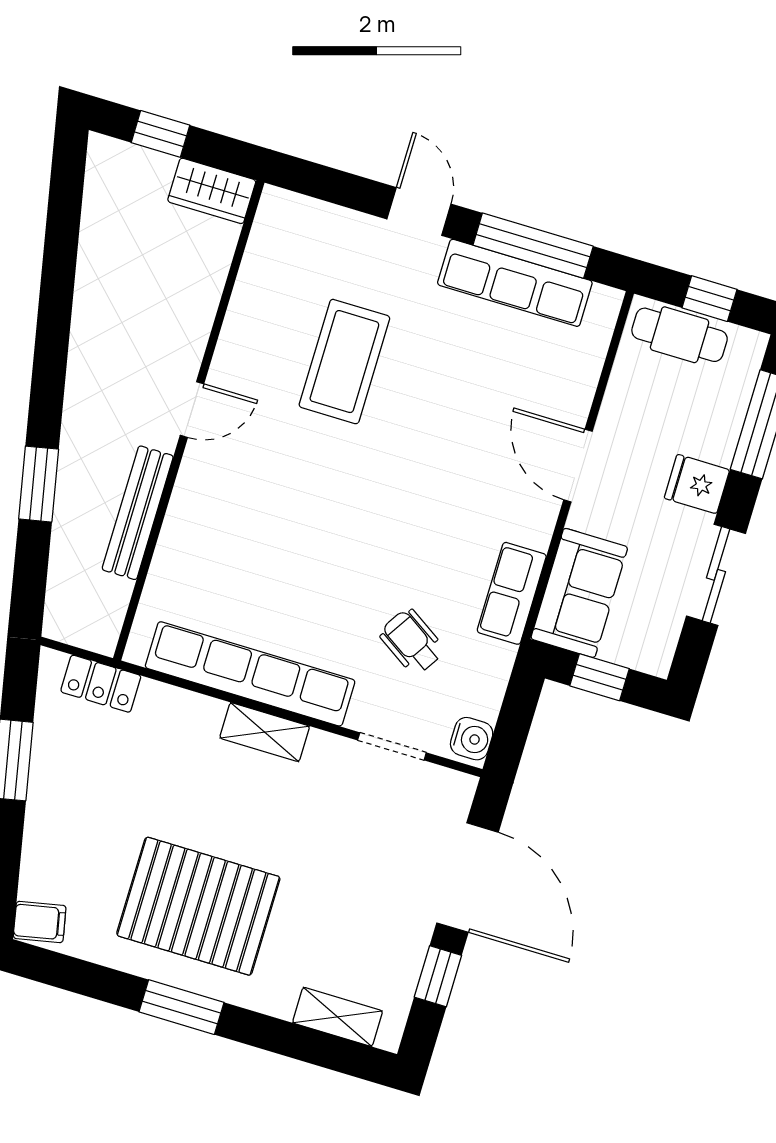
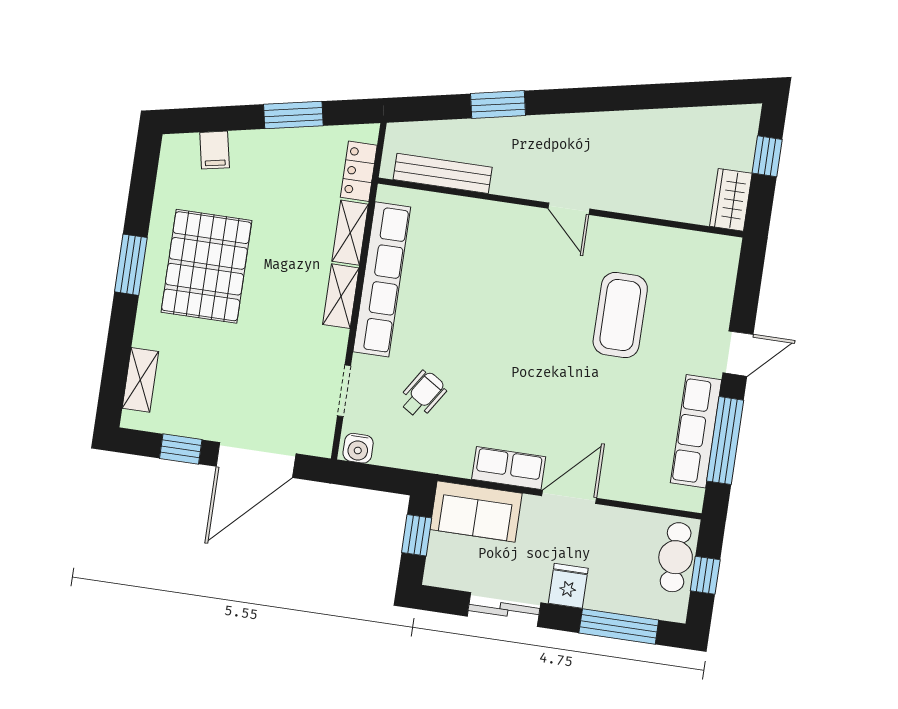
coffee table: (344, 362) -> (620, 315), turned 90
bench: (138, 513) -> (443, 173), moved
row of seats: (512, 593) -> (509, 468), moved
shelving: (181, 707) -> (350, 233), added
filing cabinet: (40, 922) -> (215, 150), moved

